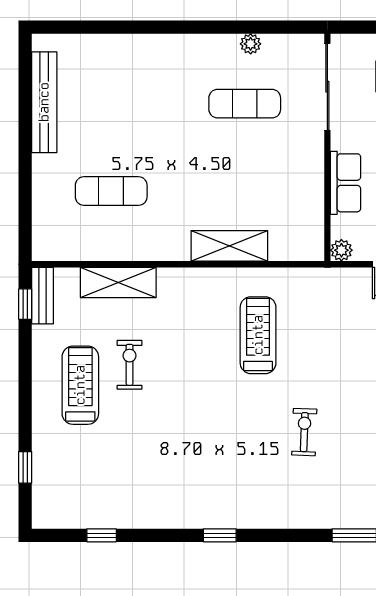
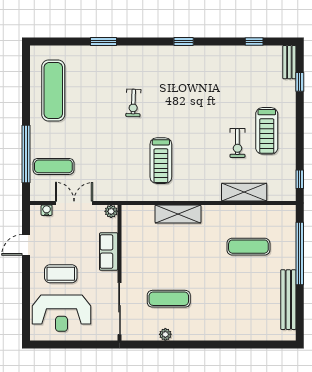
window: (25, 179) -> (300, 254), added
bench: (42, 296) -> (289, 62), moved

